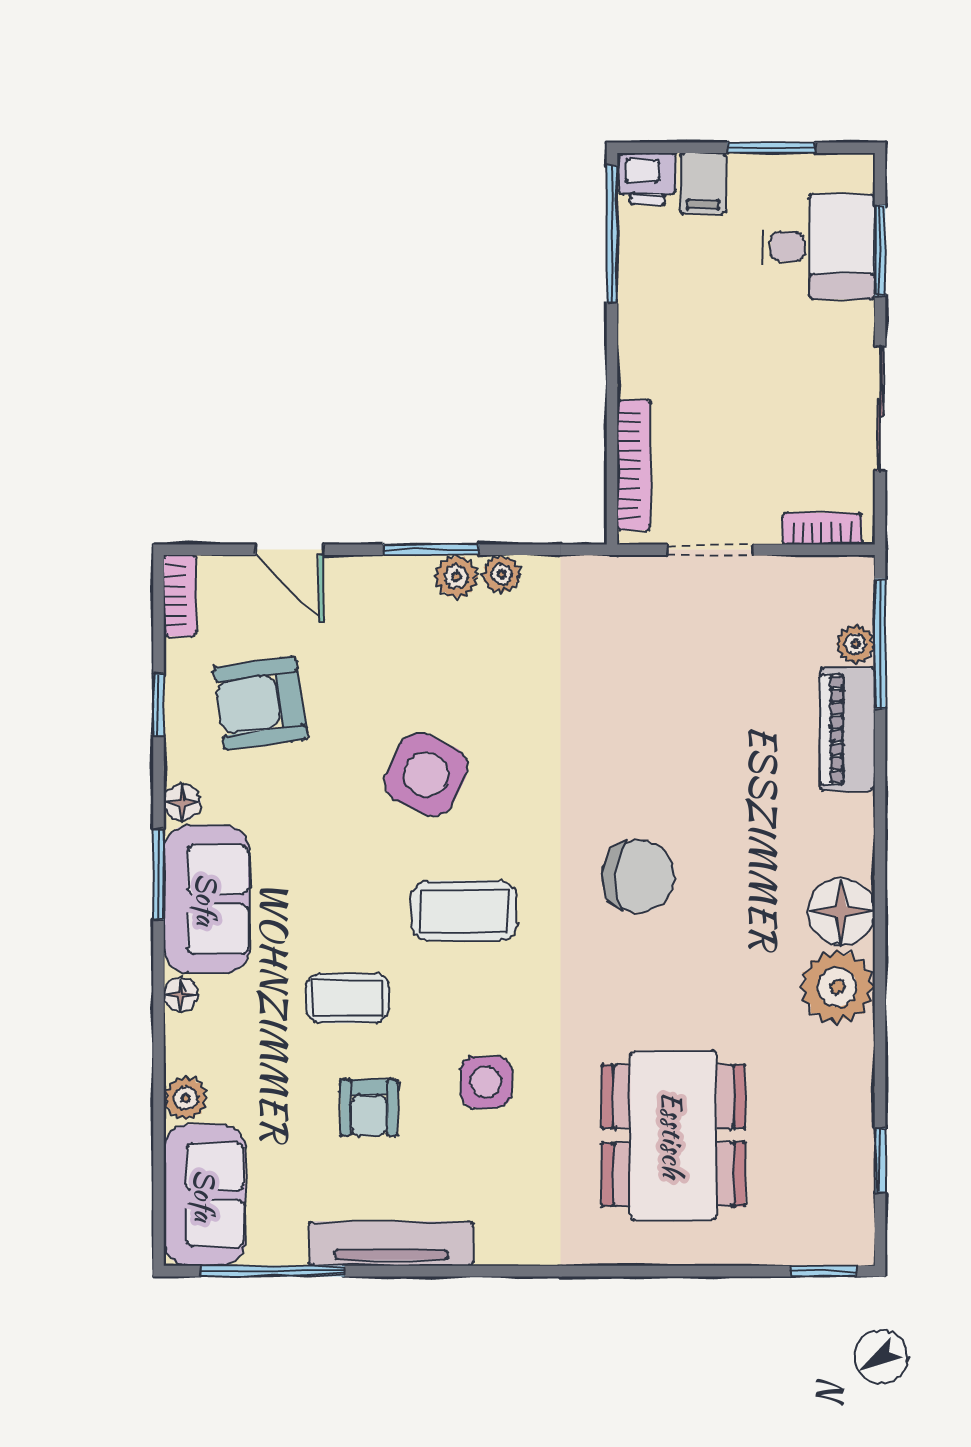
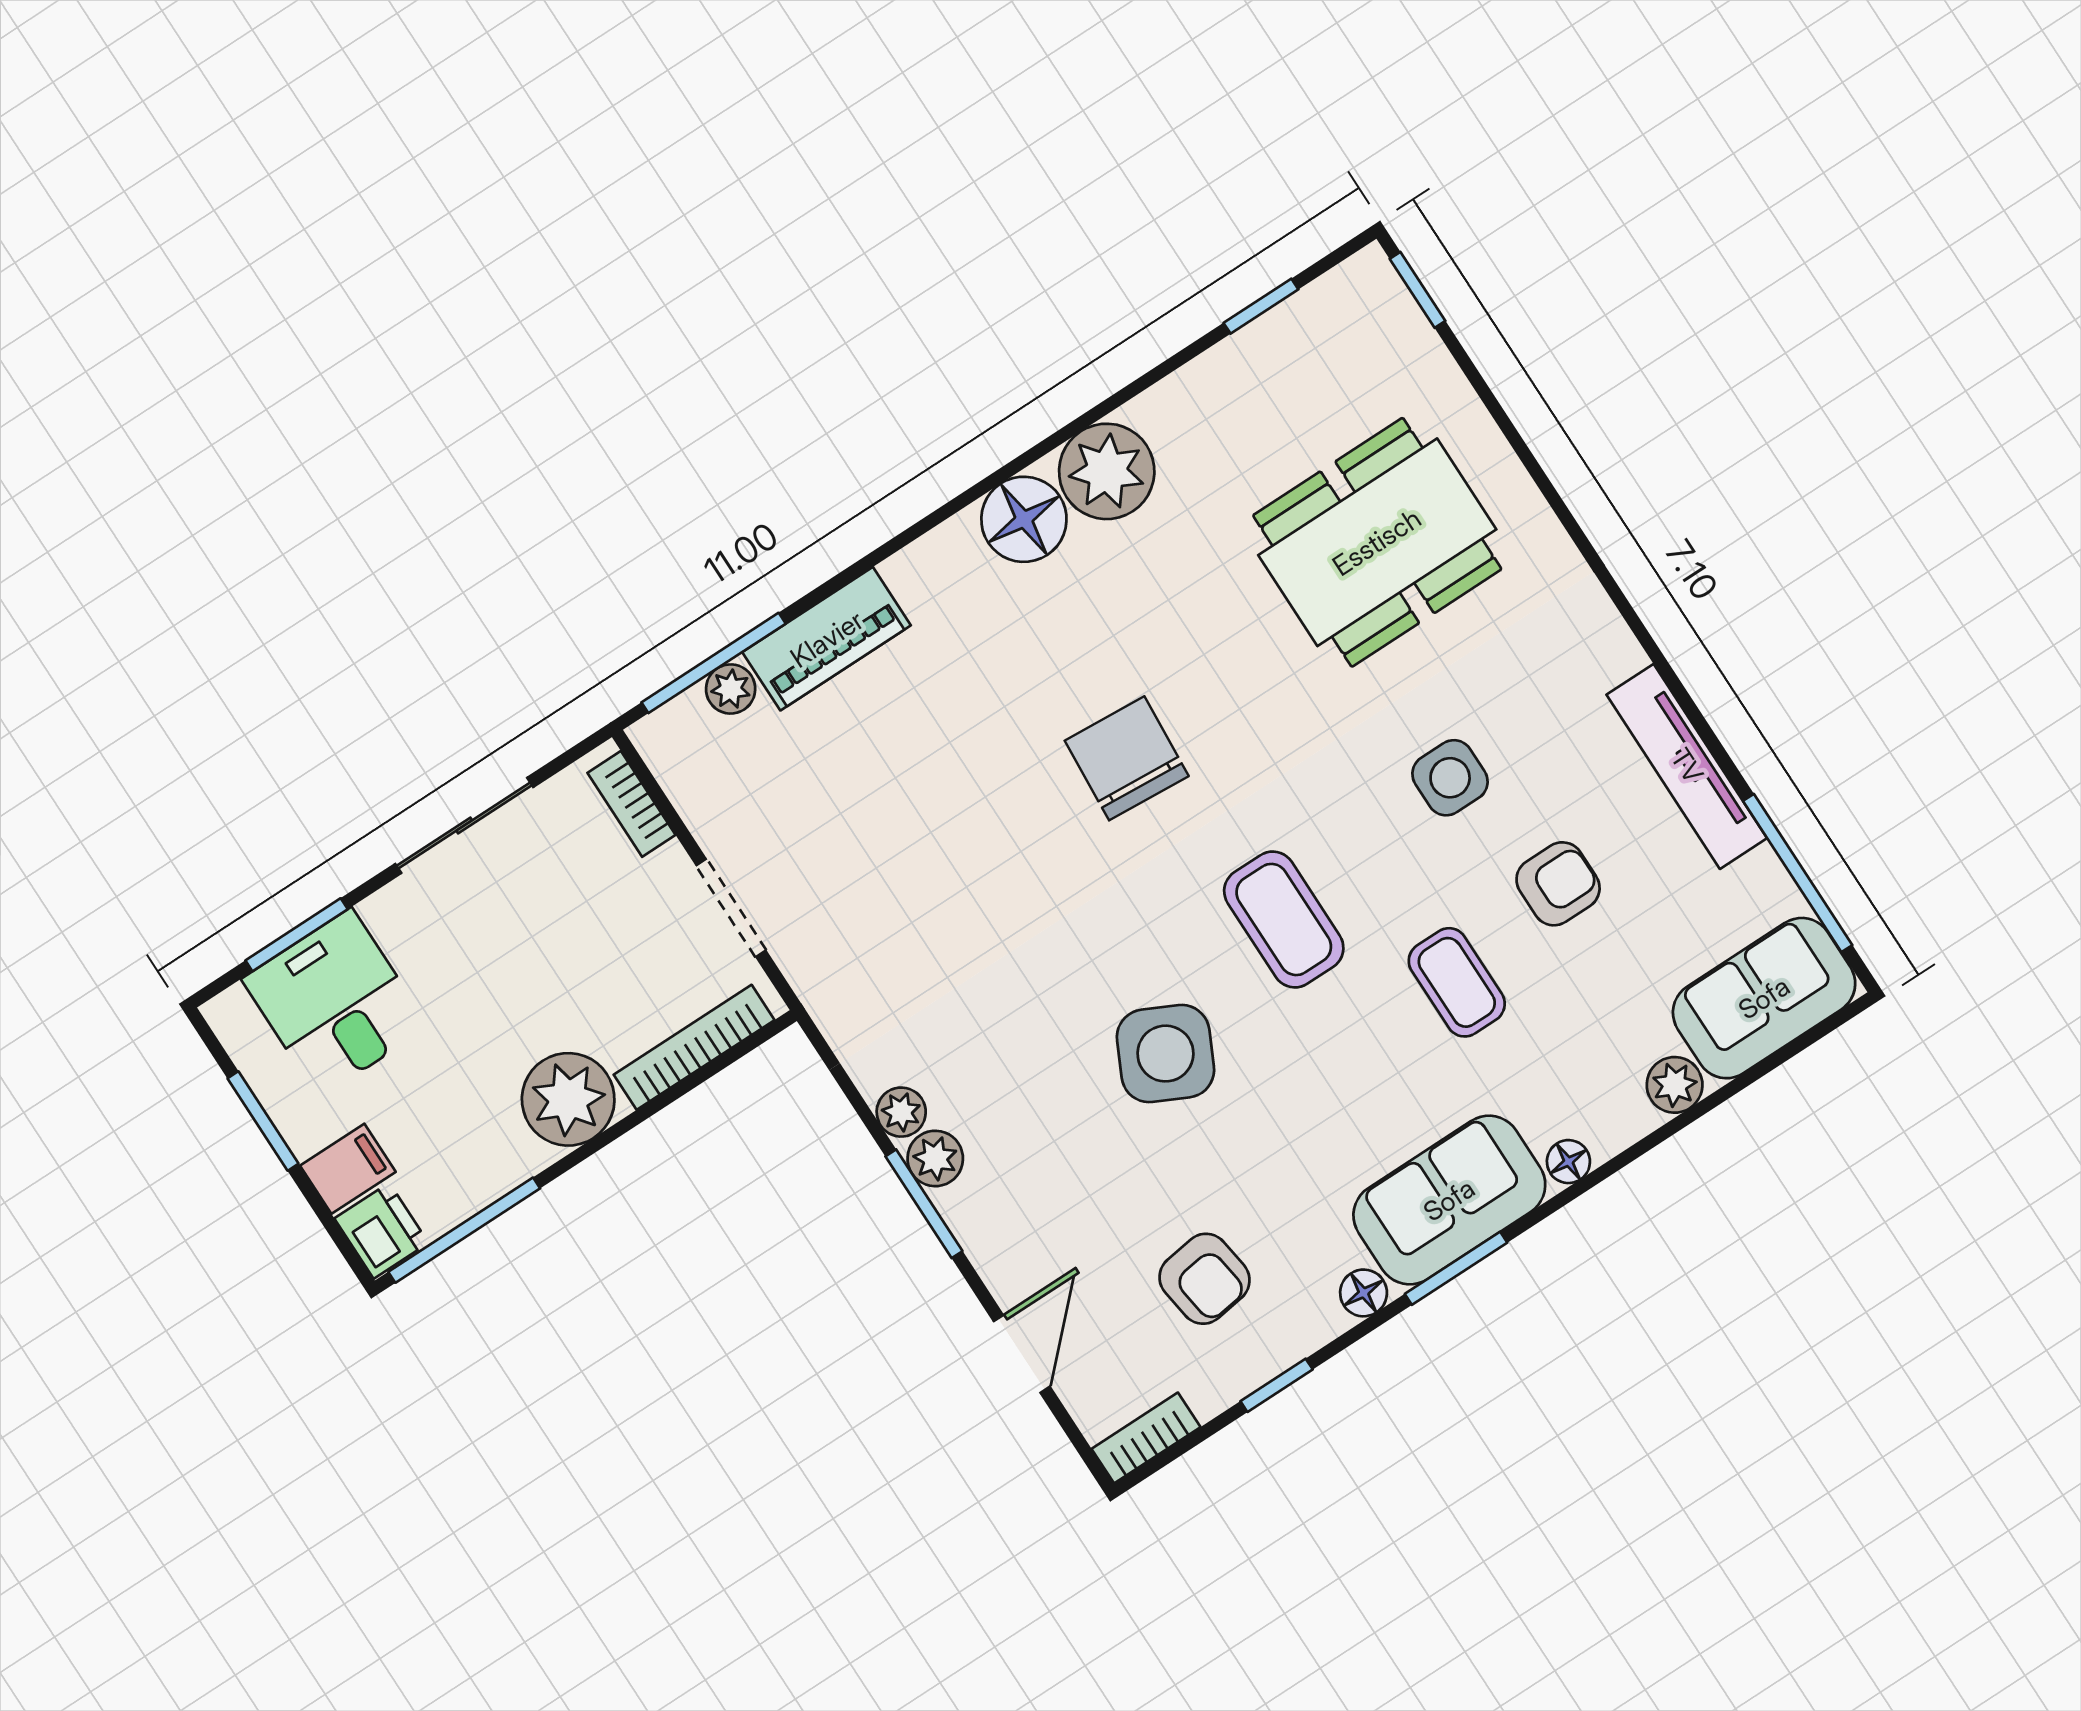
plant: (654, 359) -> (568, 1099), added
armchair: (260, 703) -> (1205, 1279), width x0.72, depth x0.72

